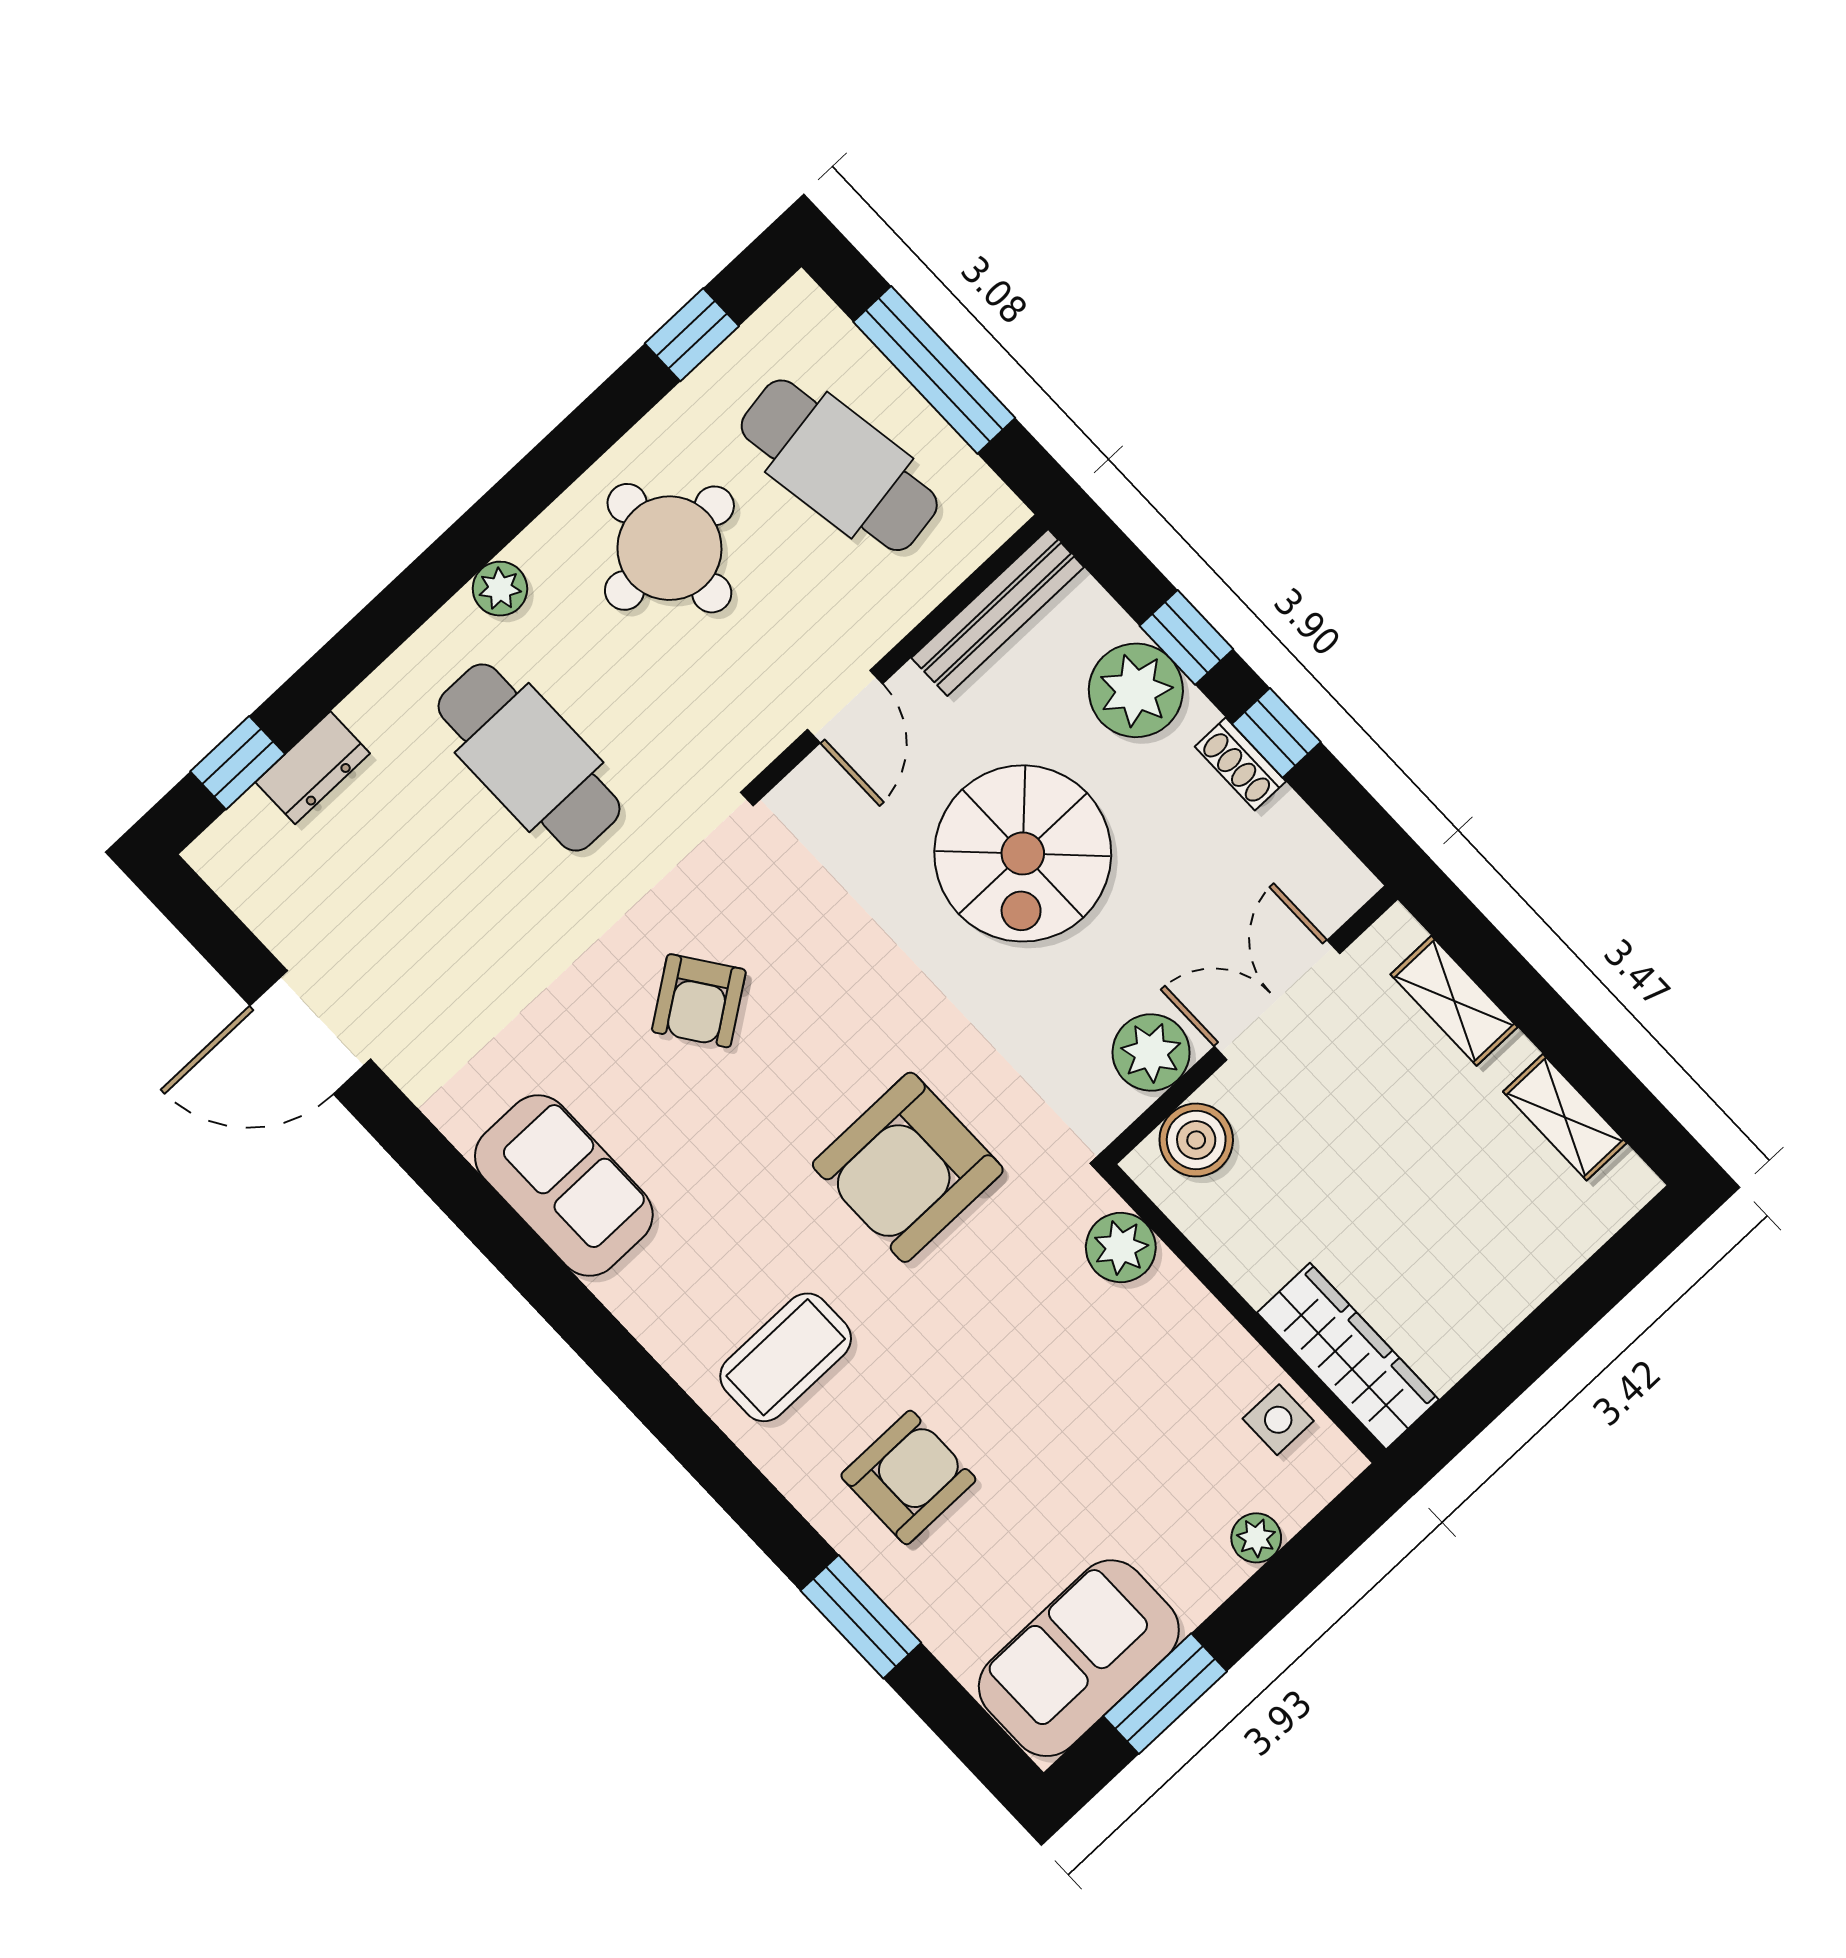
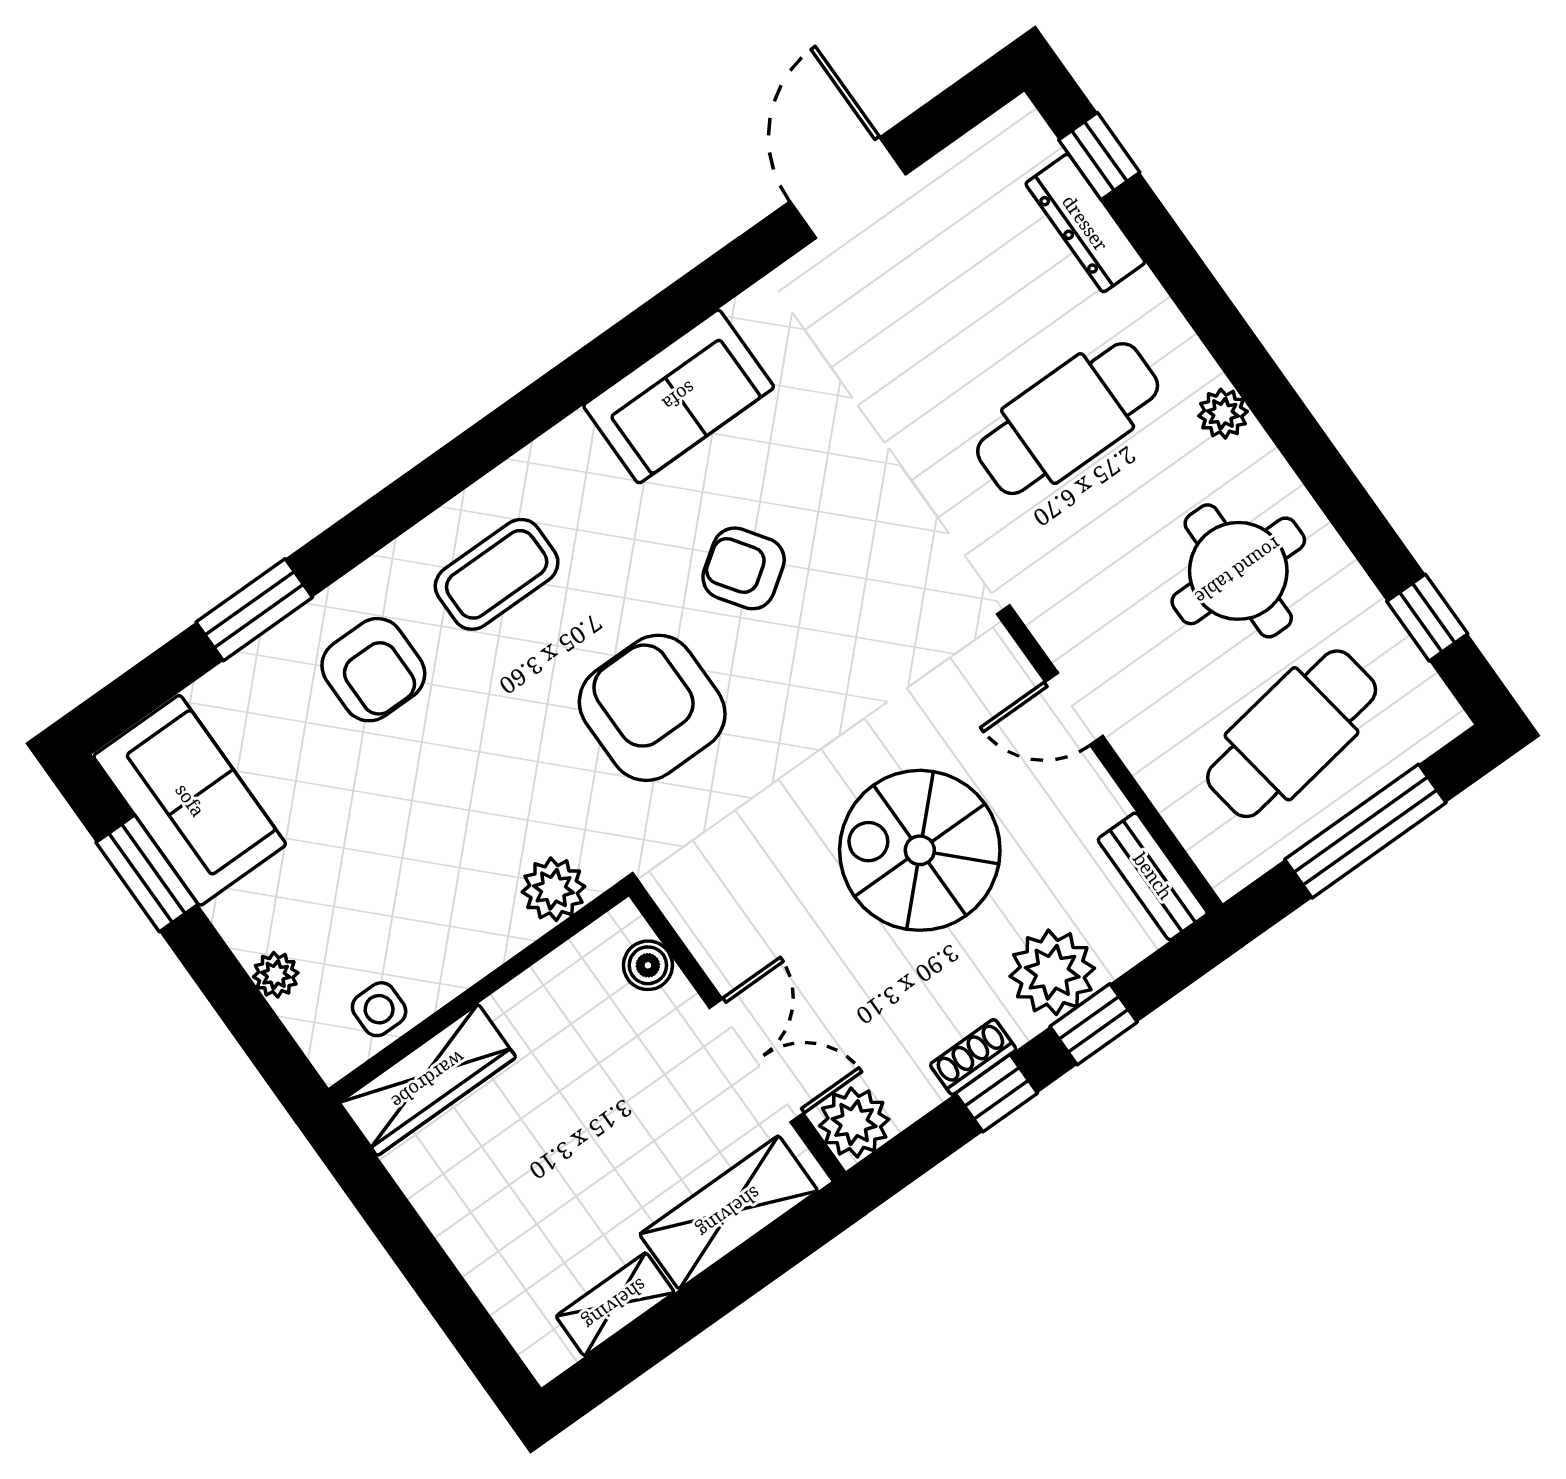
bench: (998, 612) -> (1153, 876), width x0.73
dresser: (313, 768) -> (1085, 223), width x1.44
armchair: (699, 1001) -> (744, 568), moved
shelving: (1454, 1001) -> (729, 1212), width x1.50, depth x1.33
plant: (1151, 1053) -> (854, 1123), moved
boiler: (1196, 1140) -> (648, 965), width x0.73, depth x0.73
coffee table: (786, 1357) -> (497, 574), turned 90

